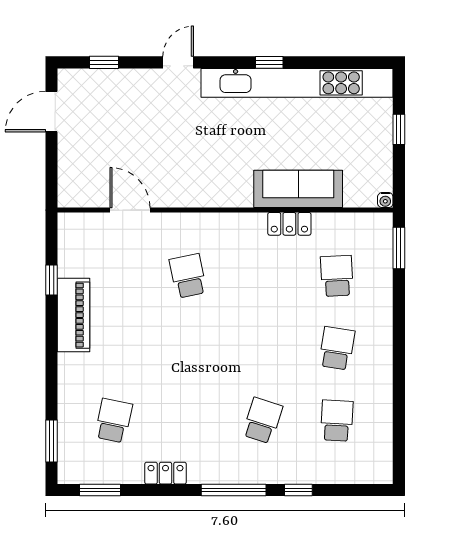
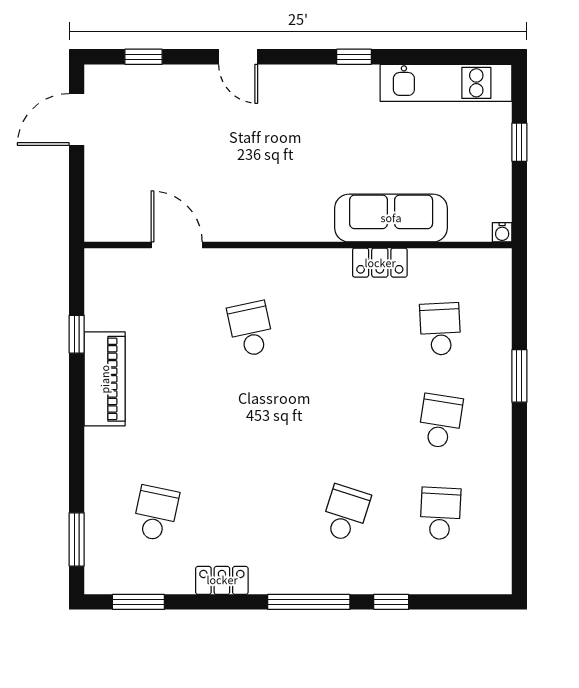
door: (178, 62) -> (238, 57), swing flipped
kitchen unit: (297, 83) -> (446, 83), width x0.54
window: (399, 248) -> (519, 376), moved

